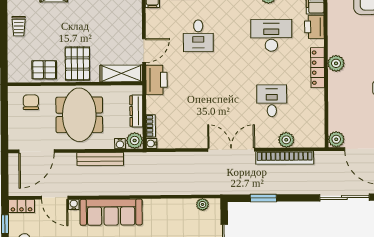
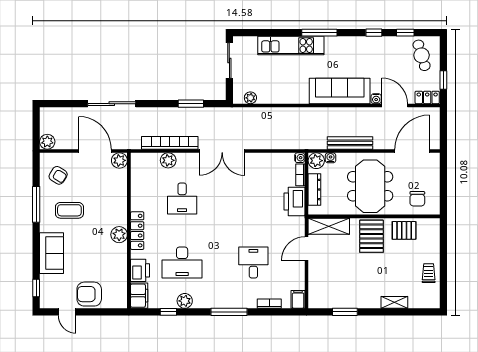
printer: (156, 80) -> (295, 201), moved

